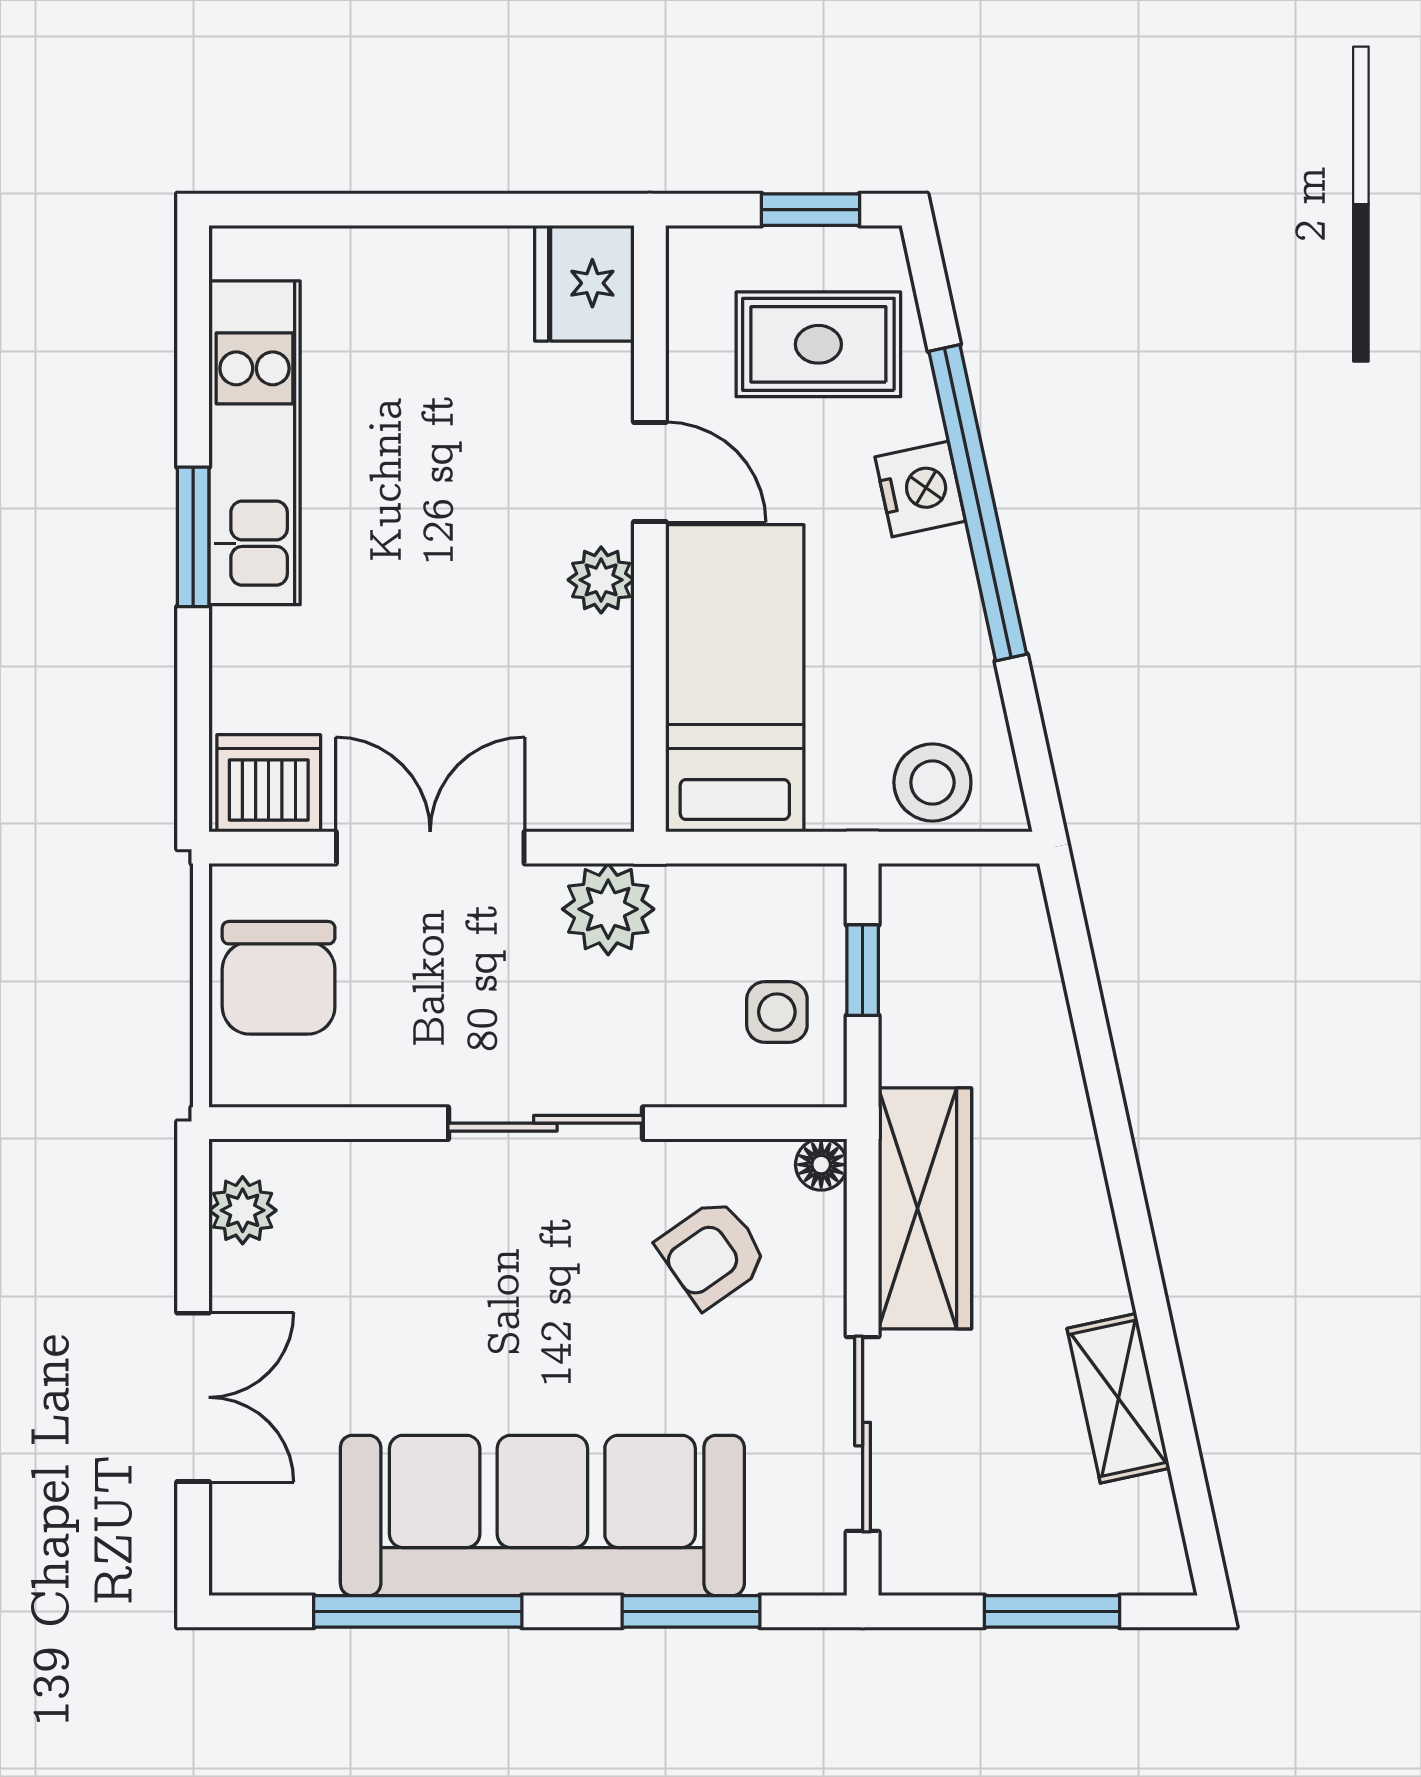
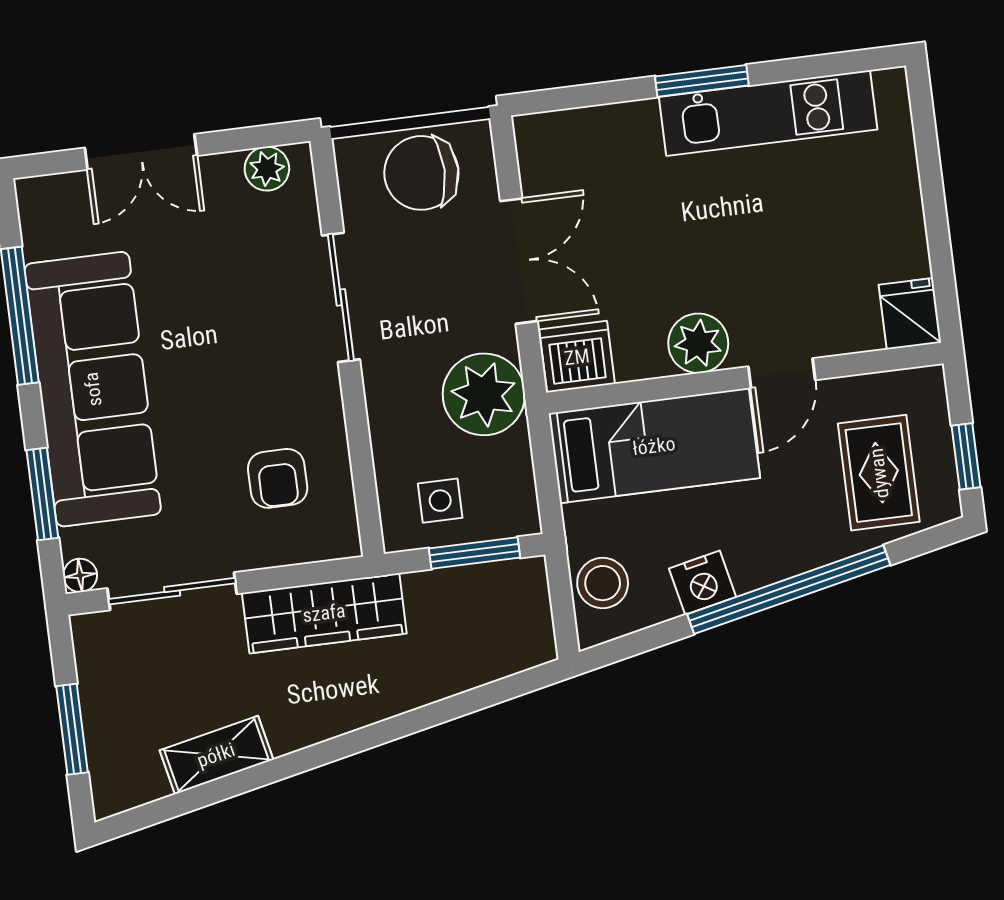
fridge: (584, 283) -> (910, 314), width x0.72
nightstand: (920, 489) -> (703, 583), moved
plant: (601, 580) -> (698, 343), width x1.38, depth x1.38
dishwasher: (269, 783) -> (577, 357), moved, turned -90
plant: (608, 909) -> (484, 394), width x1.36, depth x1.36
window: (863, 970) -> (474, 553), width x1.50
sliding door: (545, 1123) -> (341, 297), moved
floor lamp: (821, 1165) -> (80, 575), moved
armchair: (712, 1253) -> (278, 478), turned -145

